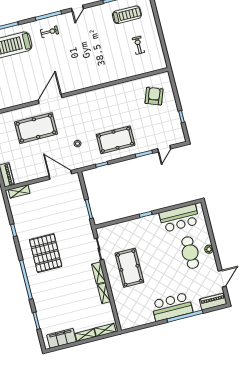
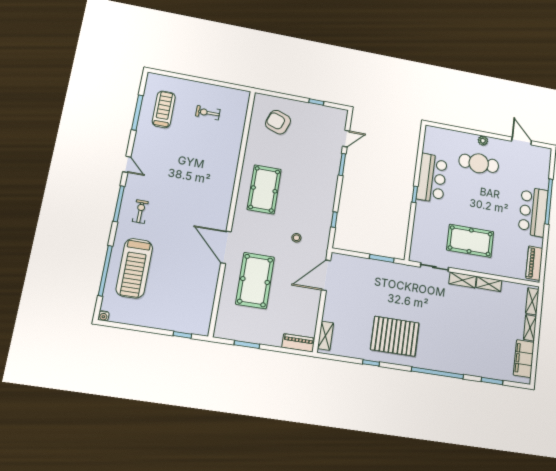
pool table: (116, 140) -> (264, 189), moved
door: (164, 149) -> (346, 139), hinge flipped
bar counter: (179, 218) -> (432, 178), moved
pallet: (46, 253) -> (395, 336), moved
piano: (213, 302) -> (534, 263), moved

